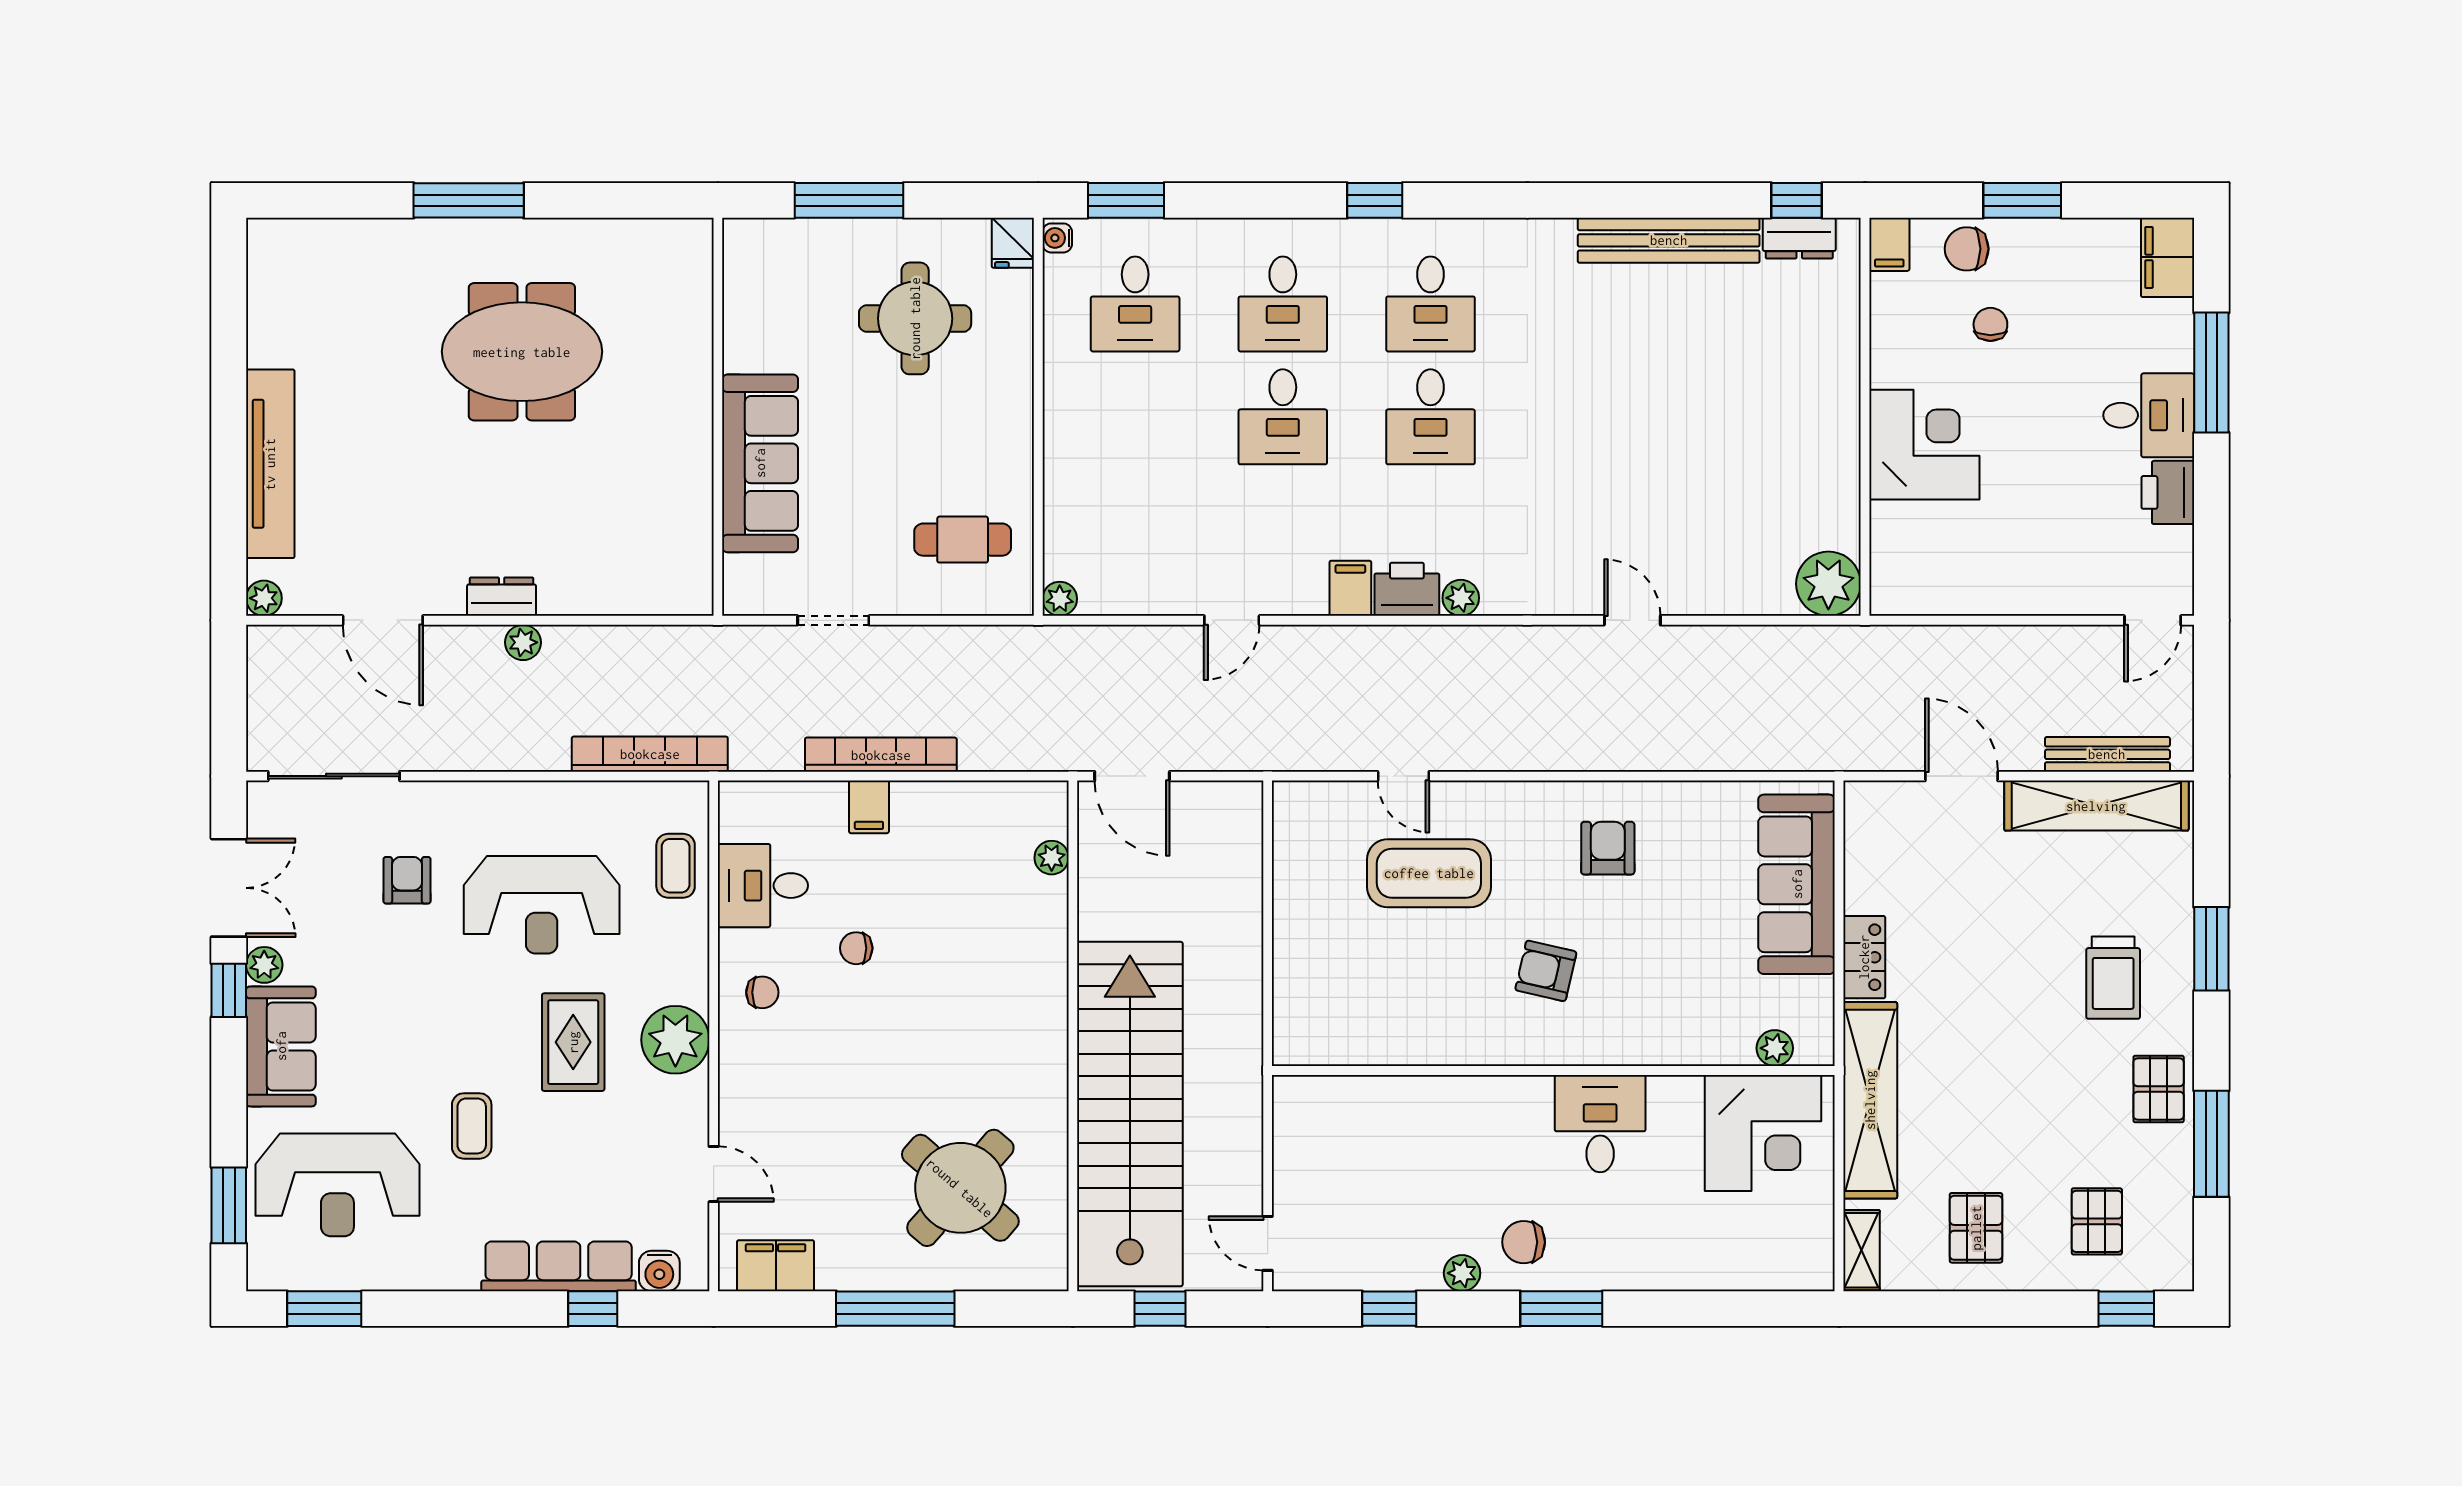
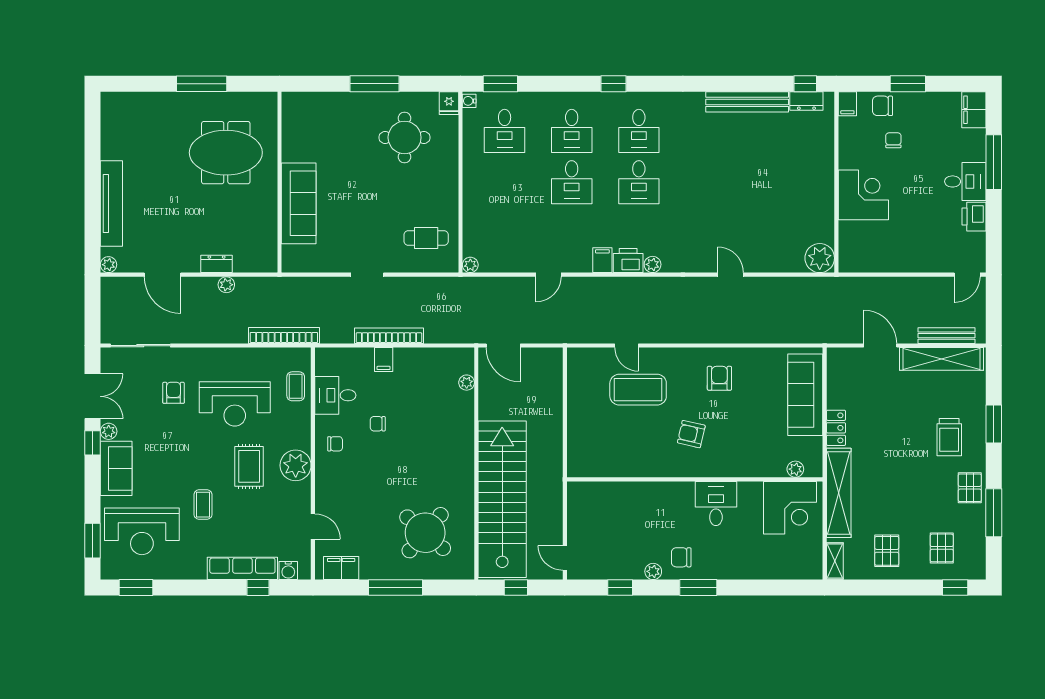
wall: (718, 417) -> (279, 182), moved
sofa: (760, 463) -> (299, 203), moved

